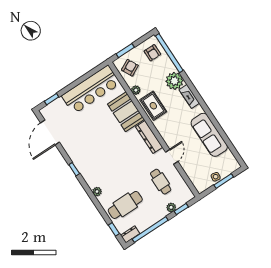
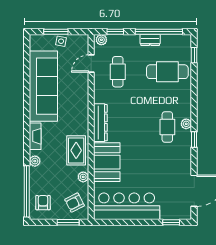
plant: (174, 81) -> (35, 161), width x0.53, depth x0.53
sofa: (209, 135) -> (43, 86), width x1.36, depth x1.27
door: (172, 157) -> (91, 64), moved
cafe table: (99, 165) -> (167, 127), added
plant: (97, 192) -> (186, 124), moved
plant: (171, 207) -> (101, 40), moved
dresser: (130, 234) -> (150, 40), moved

